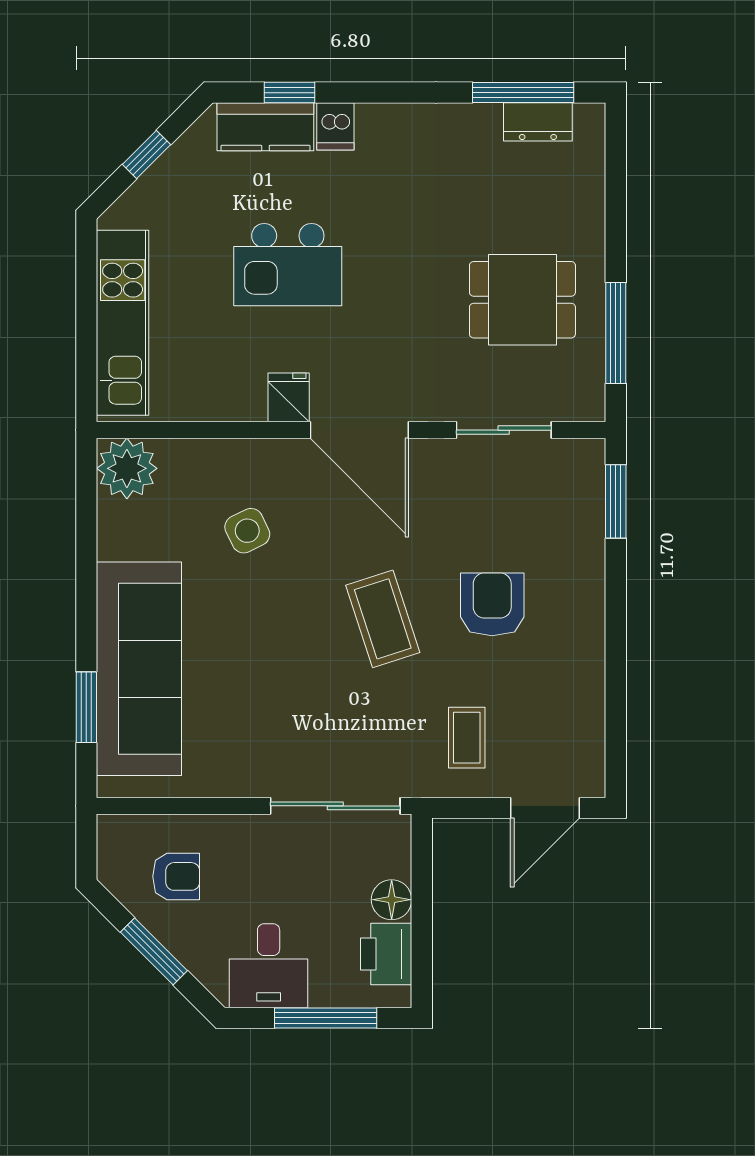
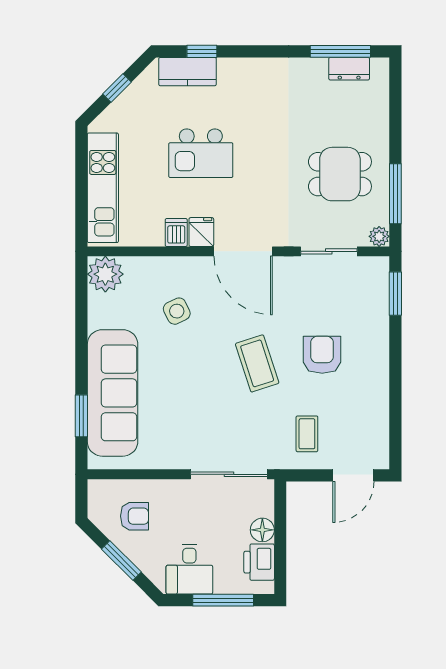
dishwasher: (335, 126) -> (176, 232), moved, turned 180
plant: (589, 405) -> (379, 236), added

